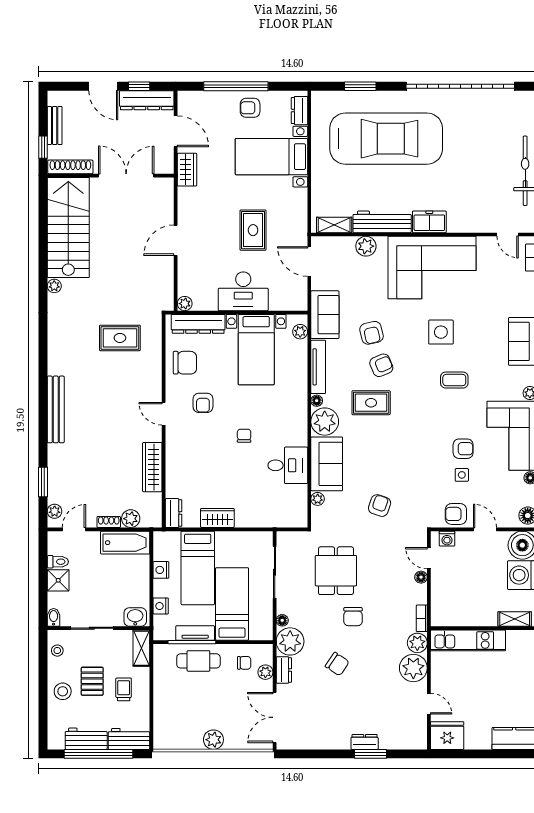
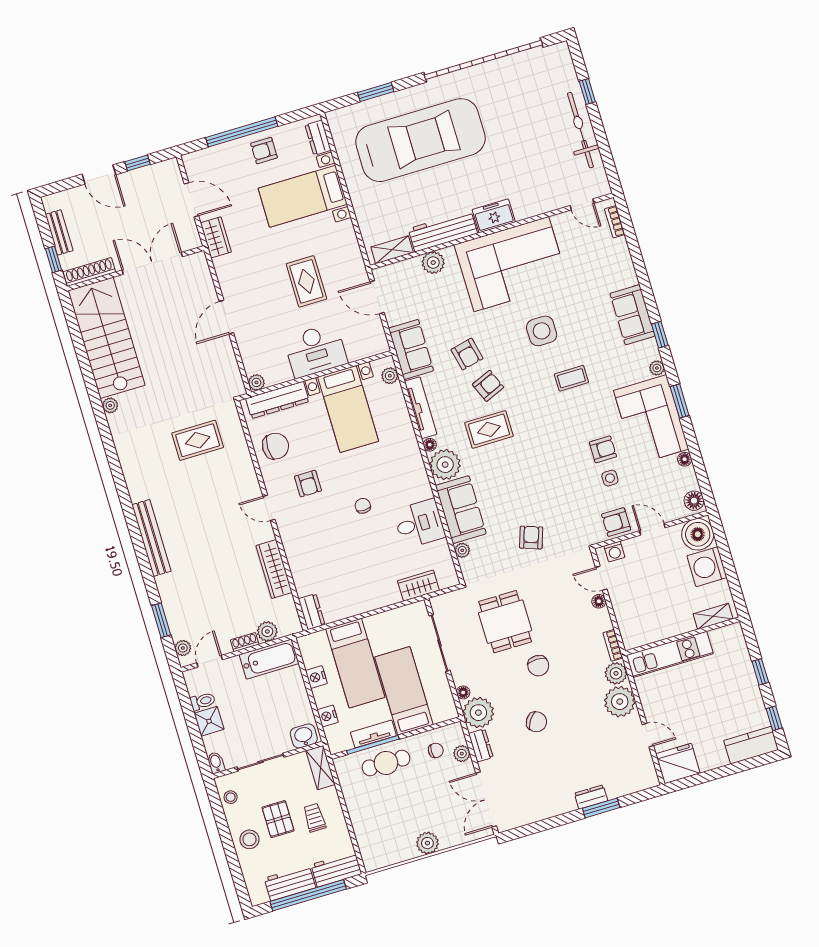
dresser: (147, 100) -> (150, 176), removed
wardrobe: (217, 518) -> (418, 586), moved

